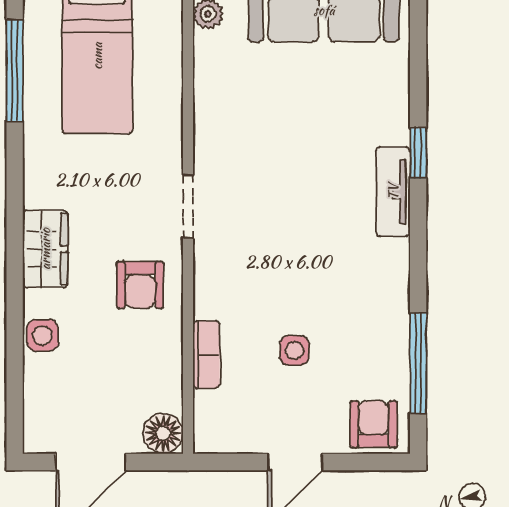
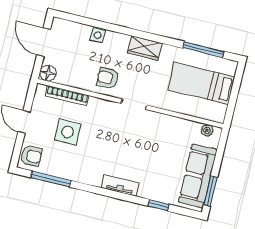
window: (418, 153) -> (158, 205), moved
wardrobe: (45, 249) -> (145, 48), moved
side table: (294, 351) -> (68, 132), width x1.87, depth x1.87
bookcase: (206, 354) -> (67, 96), width x1.56

